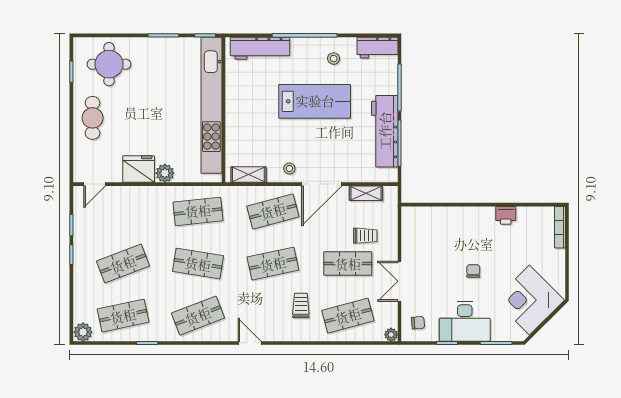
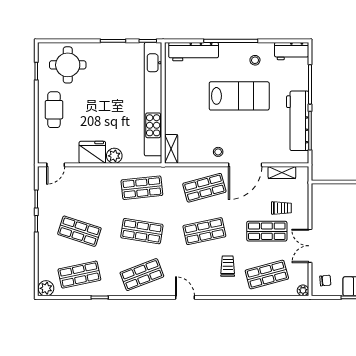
shelving: (248, 175) -> (171, 149), moved, turned 90
shop shelf: (123, 264) -> (79, 231), turned 39

